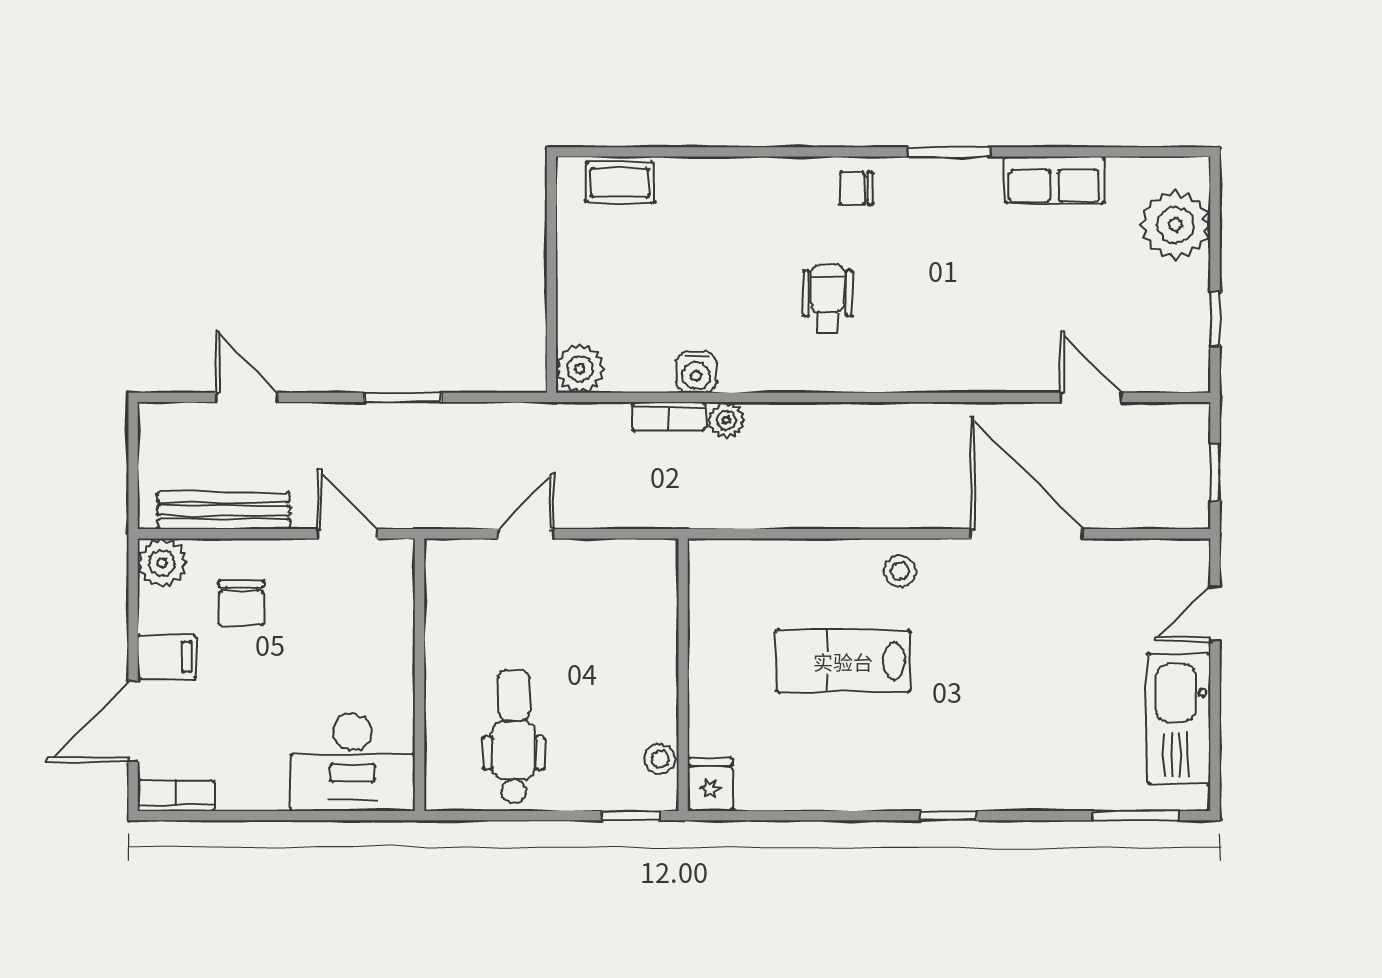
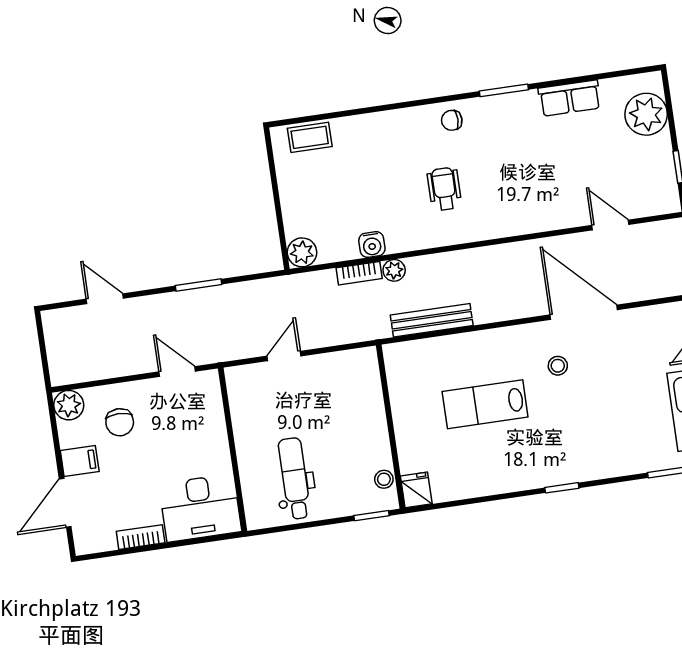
bench: (224, 511) -> (432, 320), moved
stool: (900, 571) -> (558, 366), moved
bookcase: (176, 796) -> (141, 537), moved

